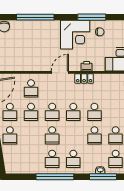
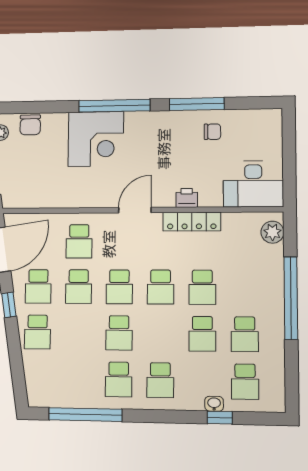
window: (35, 17) -> (114, 106), moved
corner desk: (75, 35) -> (96, 139), moved
locker: (84, 78) -> (192, 222), width x1.53
window: (55, 177) -> (85, 415), moved
window: (103, 177) -> (220, 418), width x0.46

